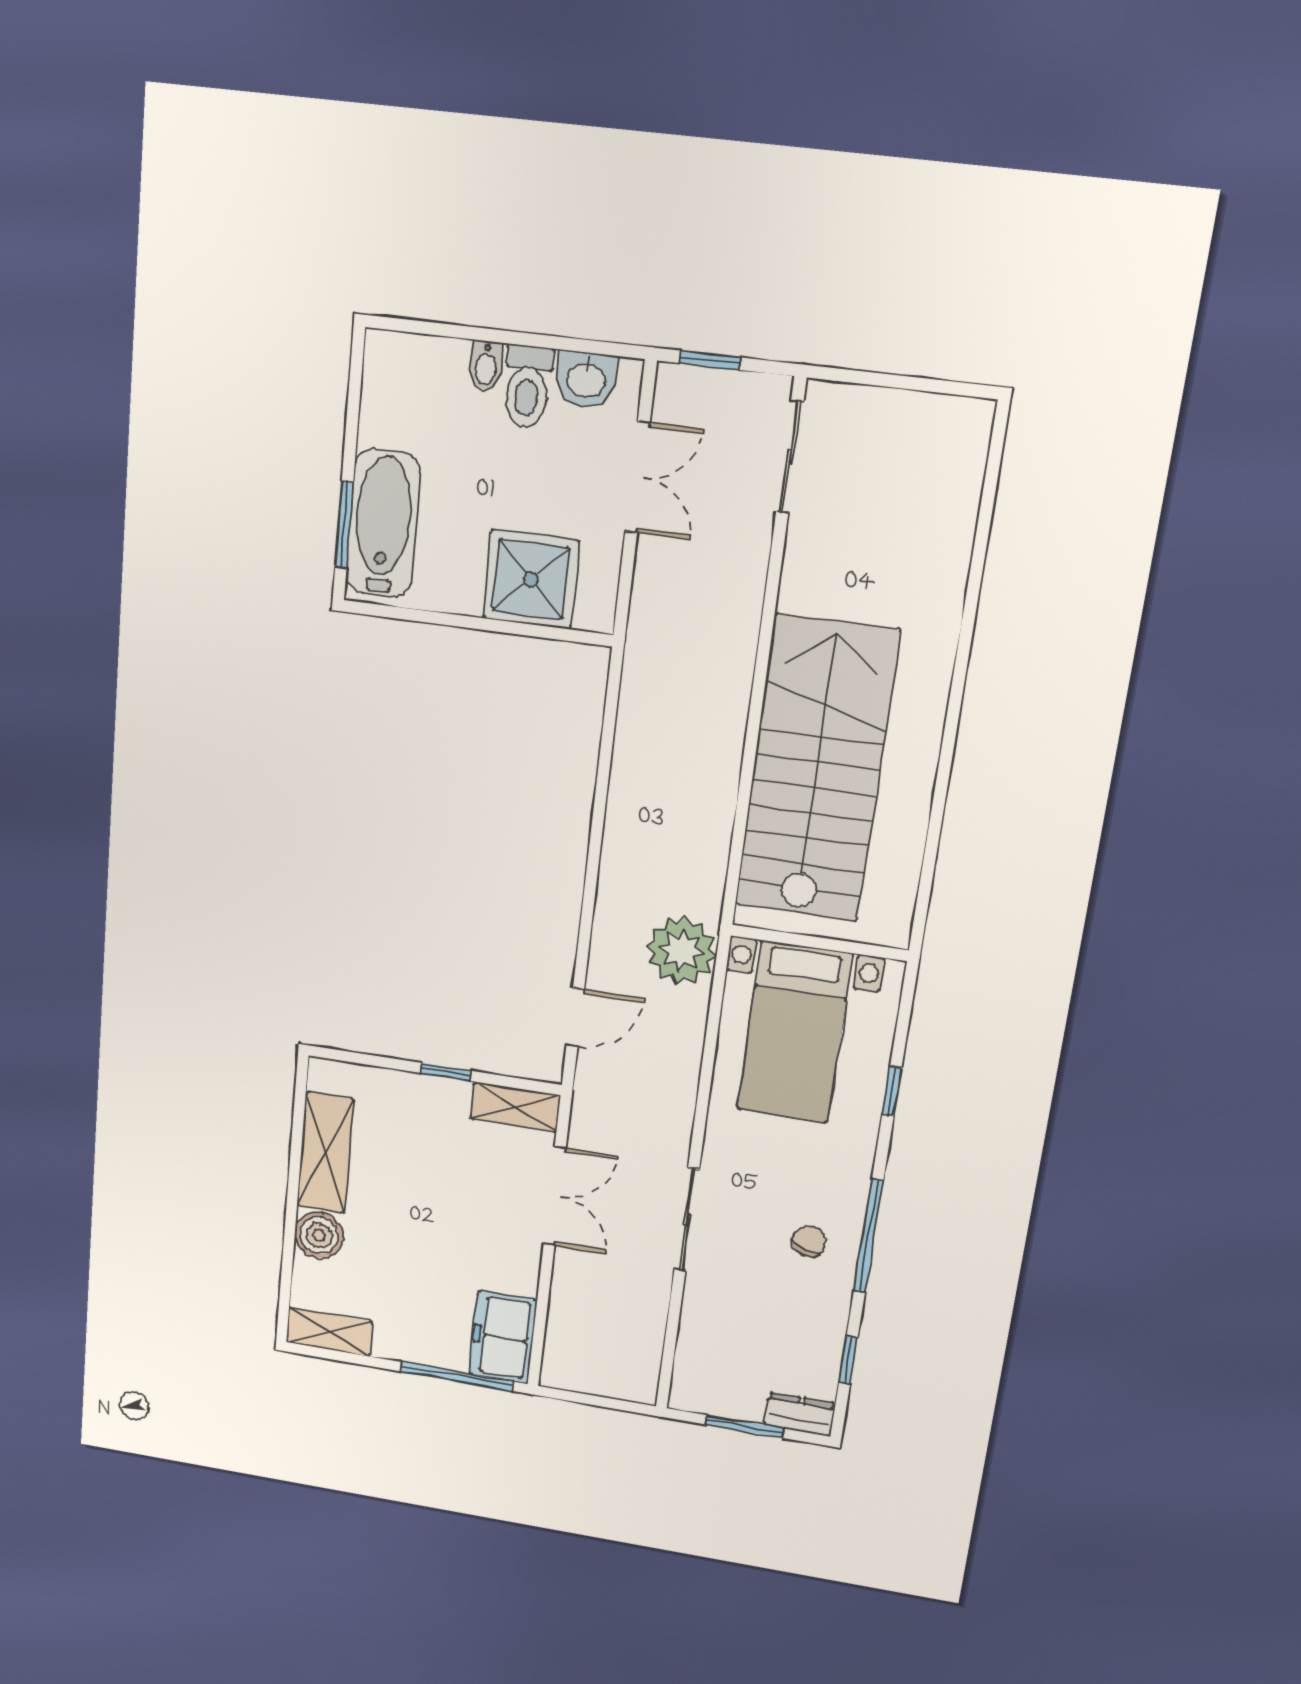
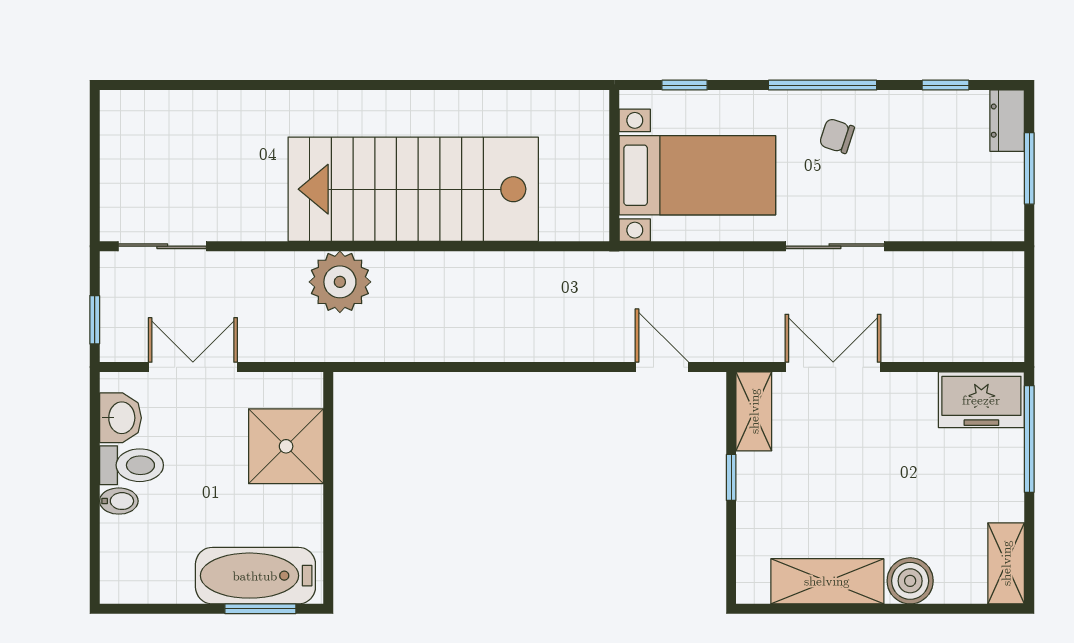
wall: (819, 943) -> (614, 166), moved
plant: (681, 951) -> (340, 282), moved
bed with nightstands: (795, 1032) -> (697, 175), moved

